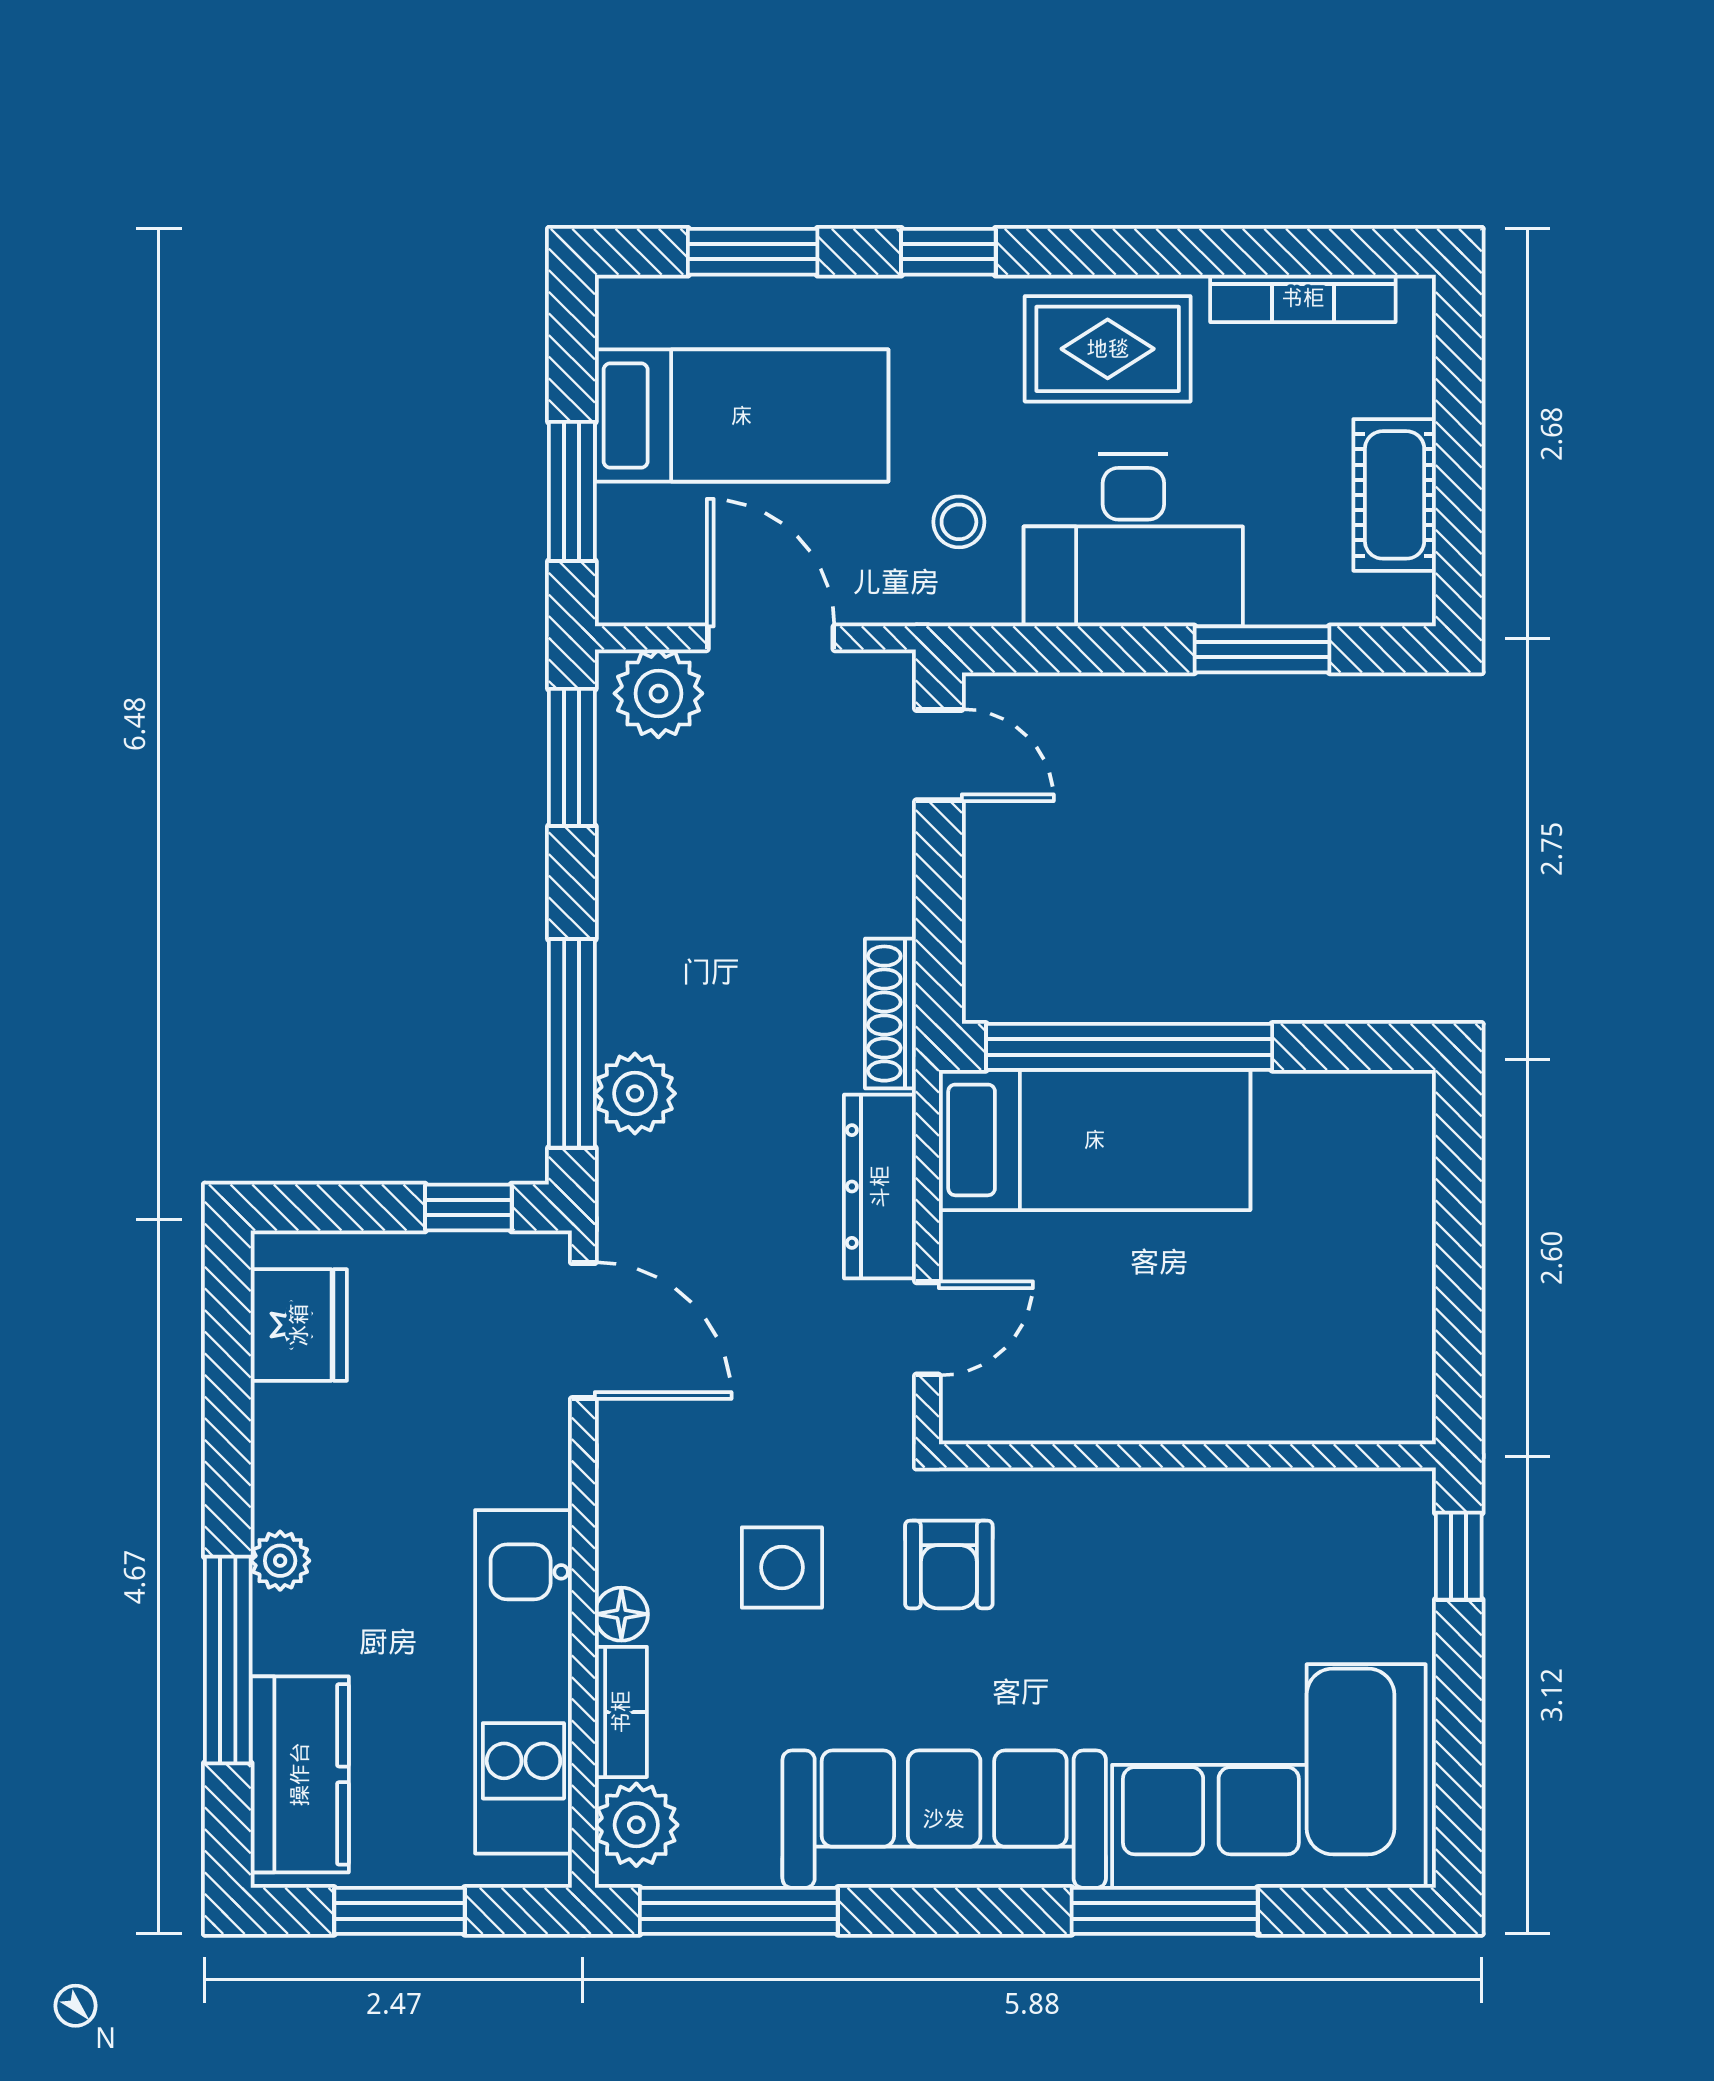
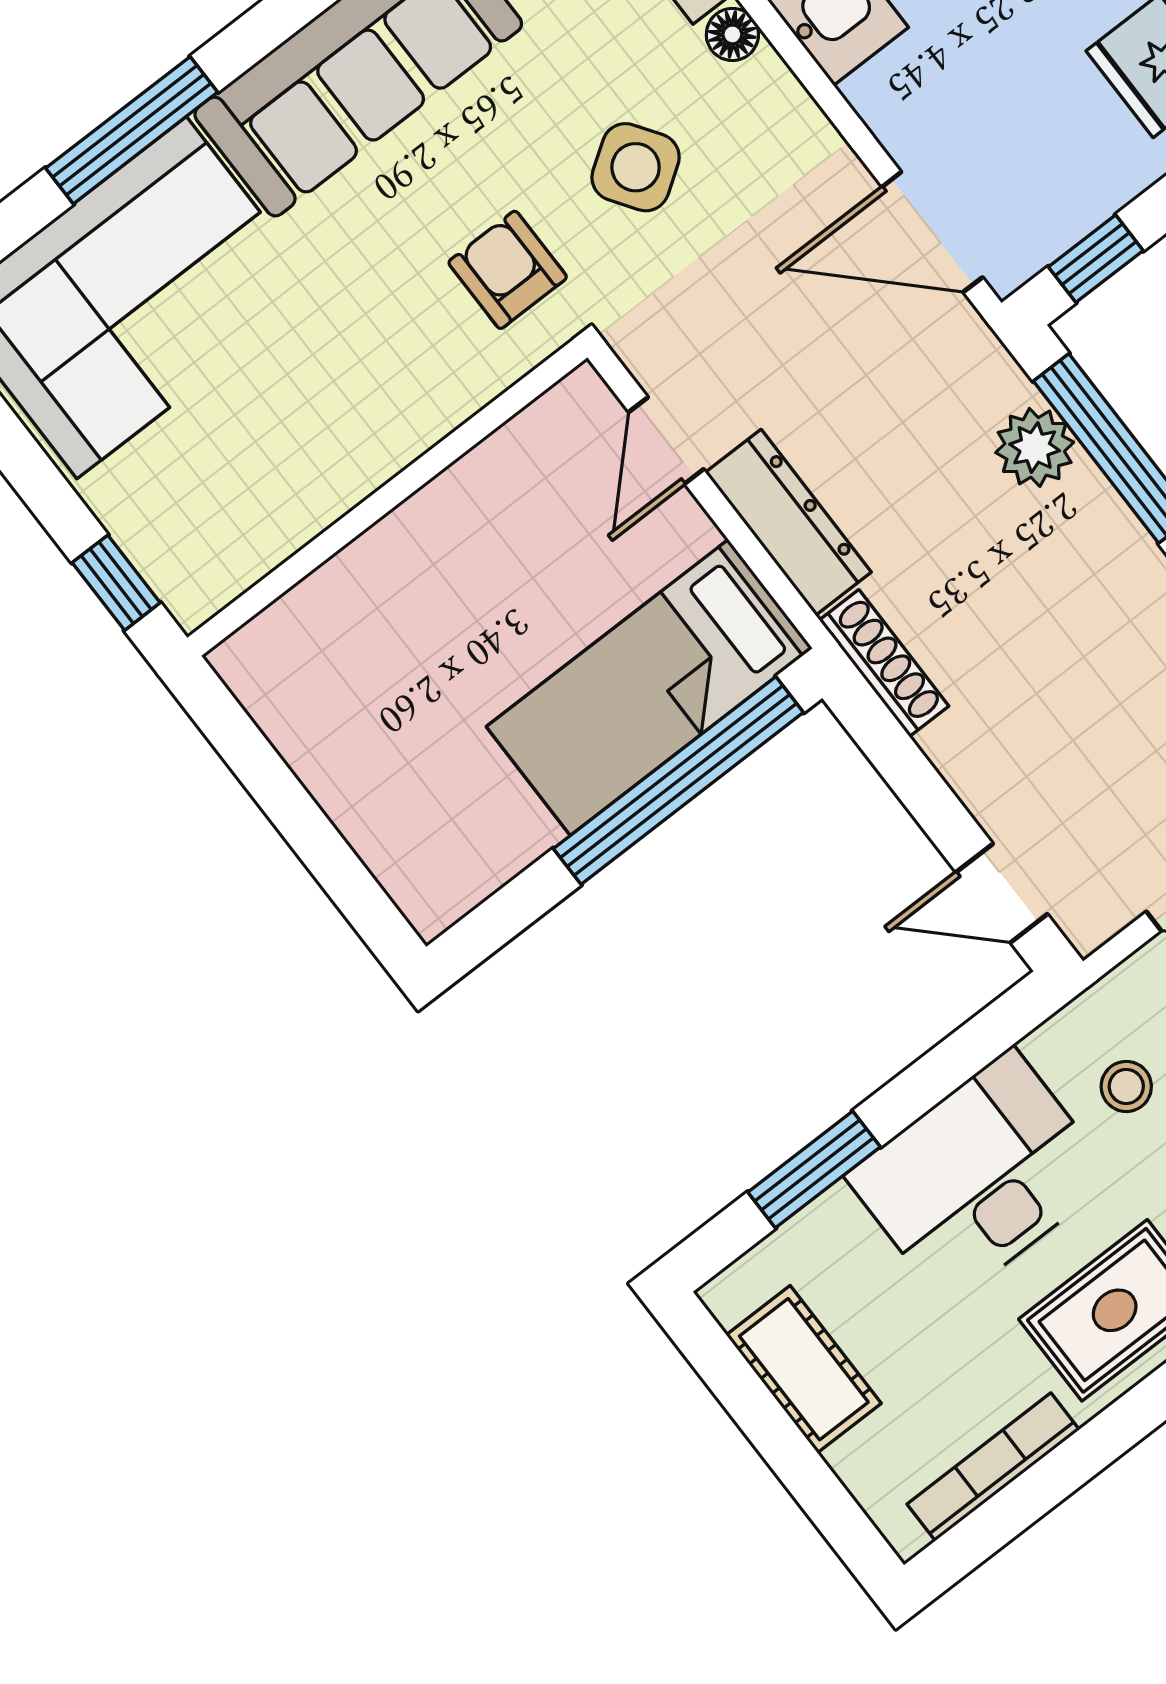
side table: (782, 1567) -> (636, 167), turned -34

